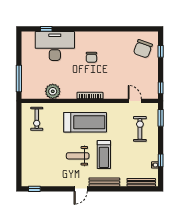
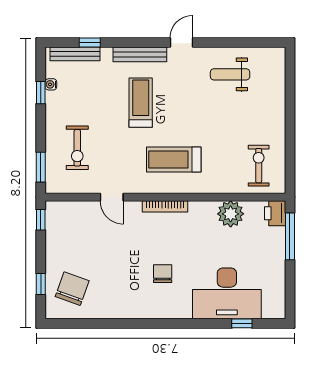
printer: (27, 92) -> (275, 213), added
door: (135, 101) -> (112, 197), moved
treadmill: (85, 122) -> (174, 159), width x0.73, depth x0.73
weight bench: (78, 156) -> (230, 74), moved, turned 180
window: (34, 189) -> (90, 42), moved

